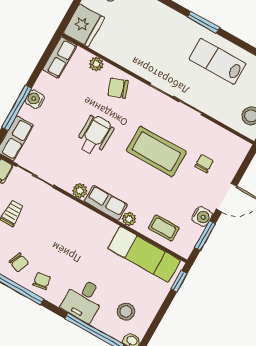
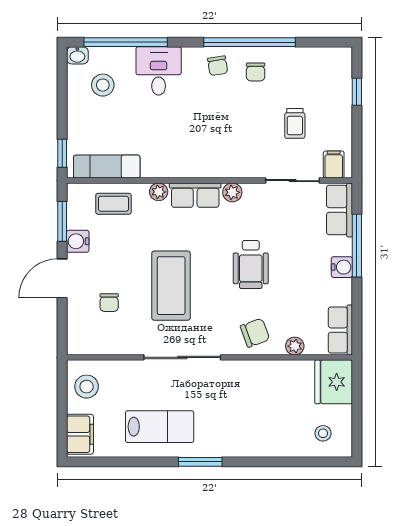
coffee table: (156, 151) -> (171, 286), turned 90
exam couch: (144, 254) -> (107, 167), width x0.73, depth x0.69
chair: (19, 262) -> (256, 72), turned -112

